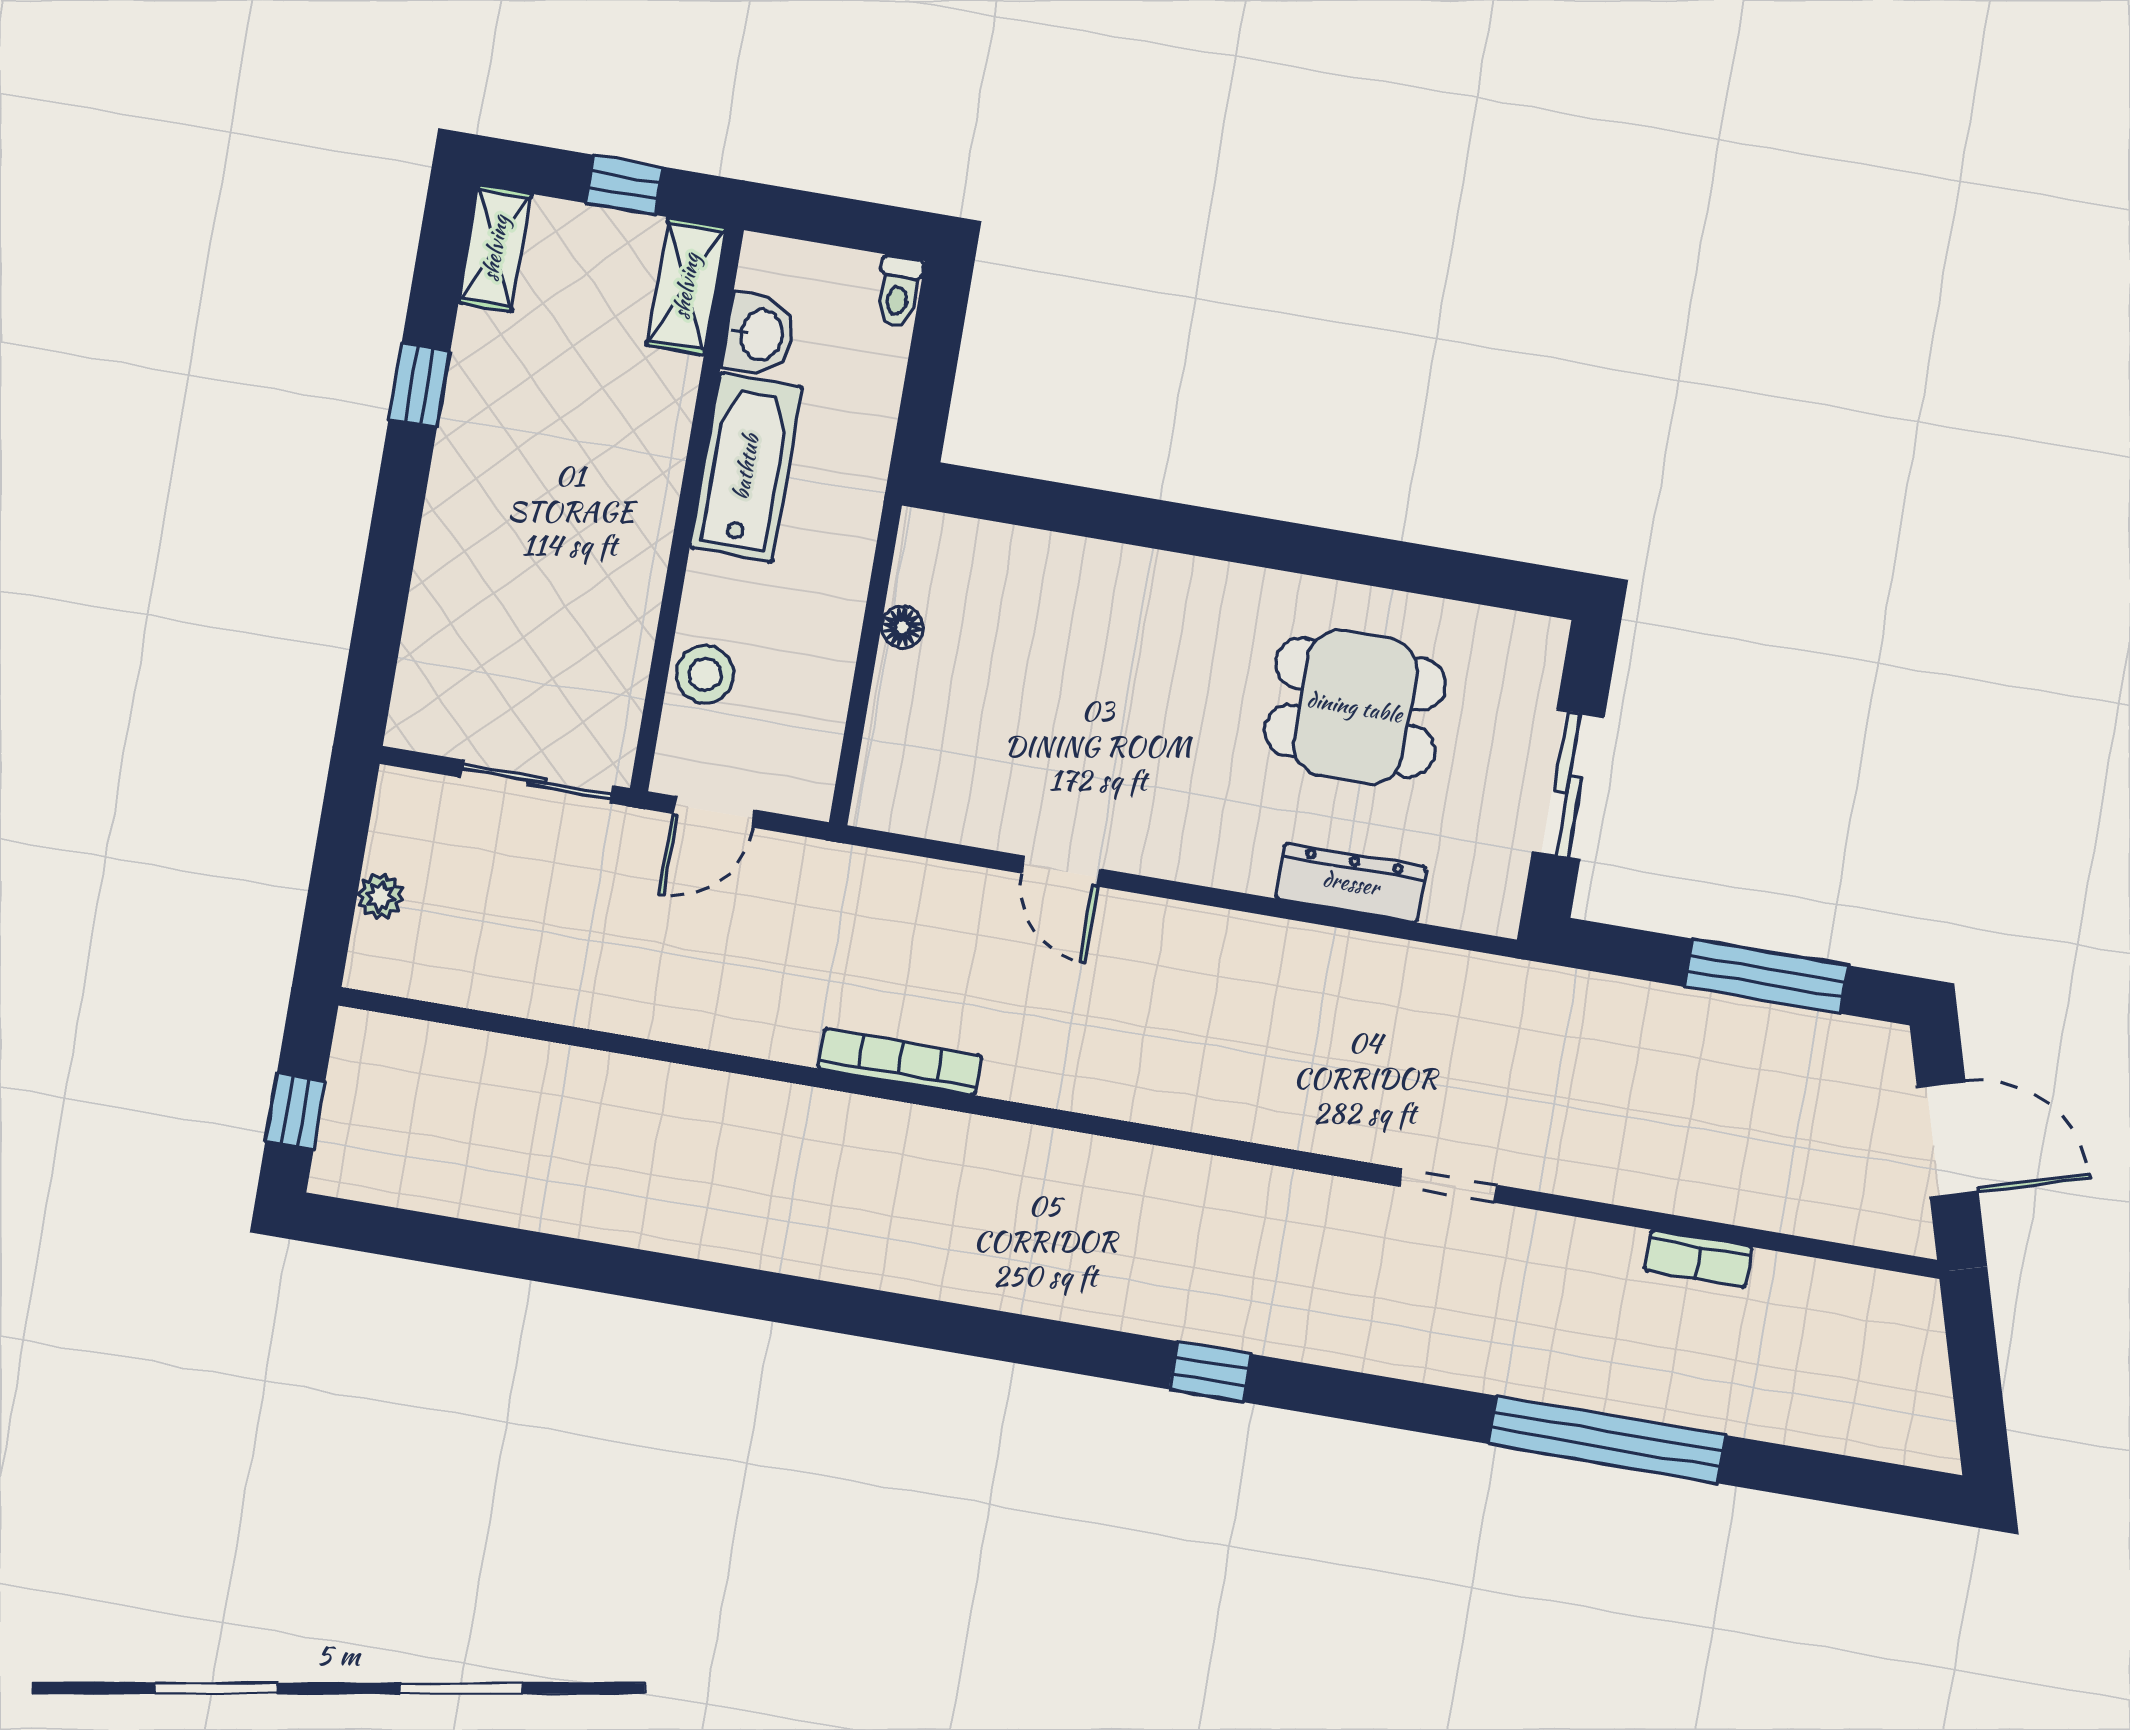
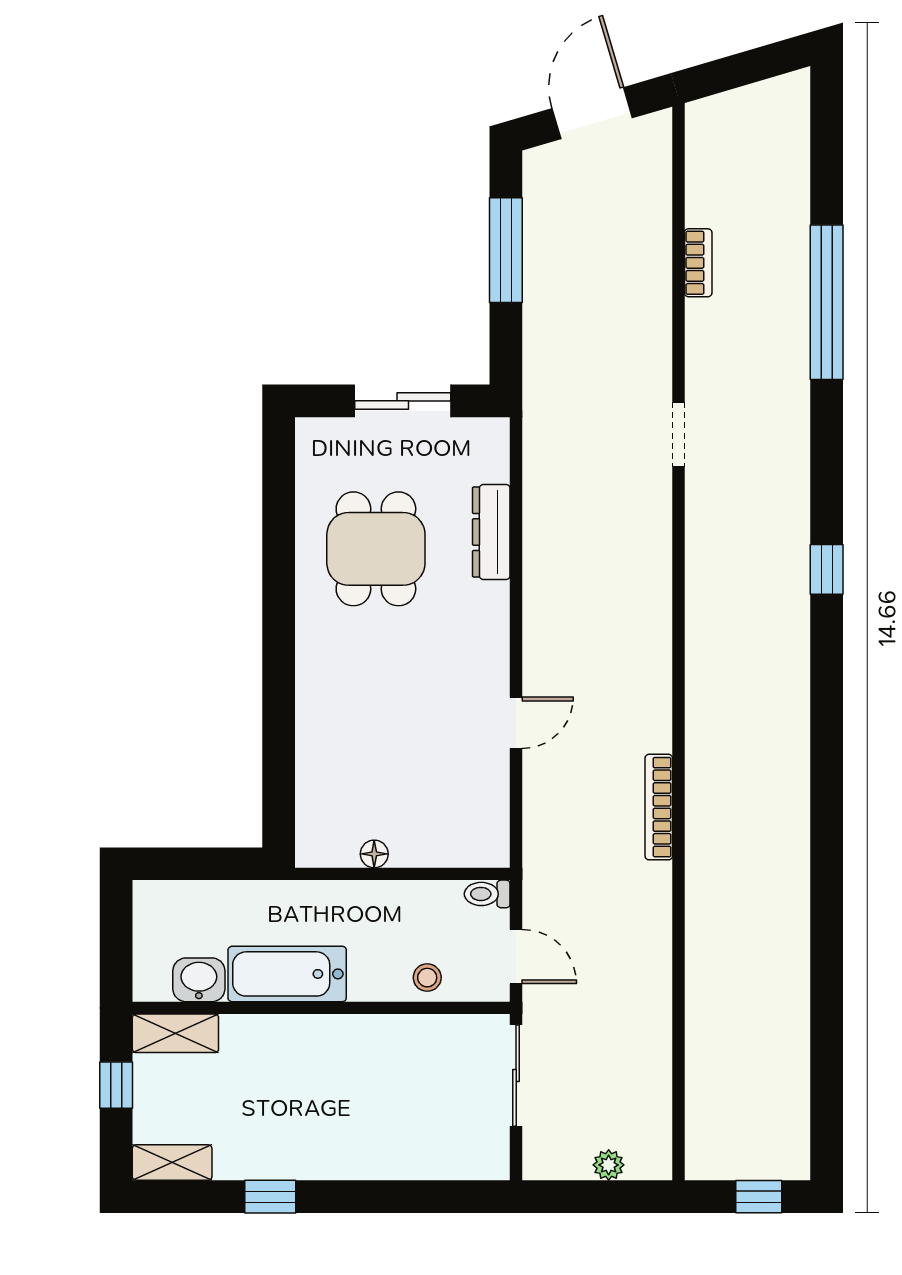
toilet: (898, 291) -> (487, 894), moved, turned 180
stool: (705, 674) -> (427, 978), width x0.73, depth x0.73

